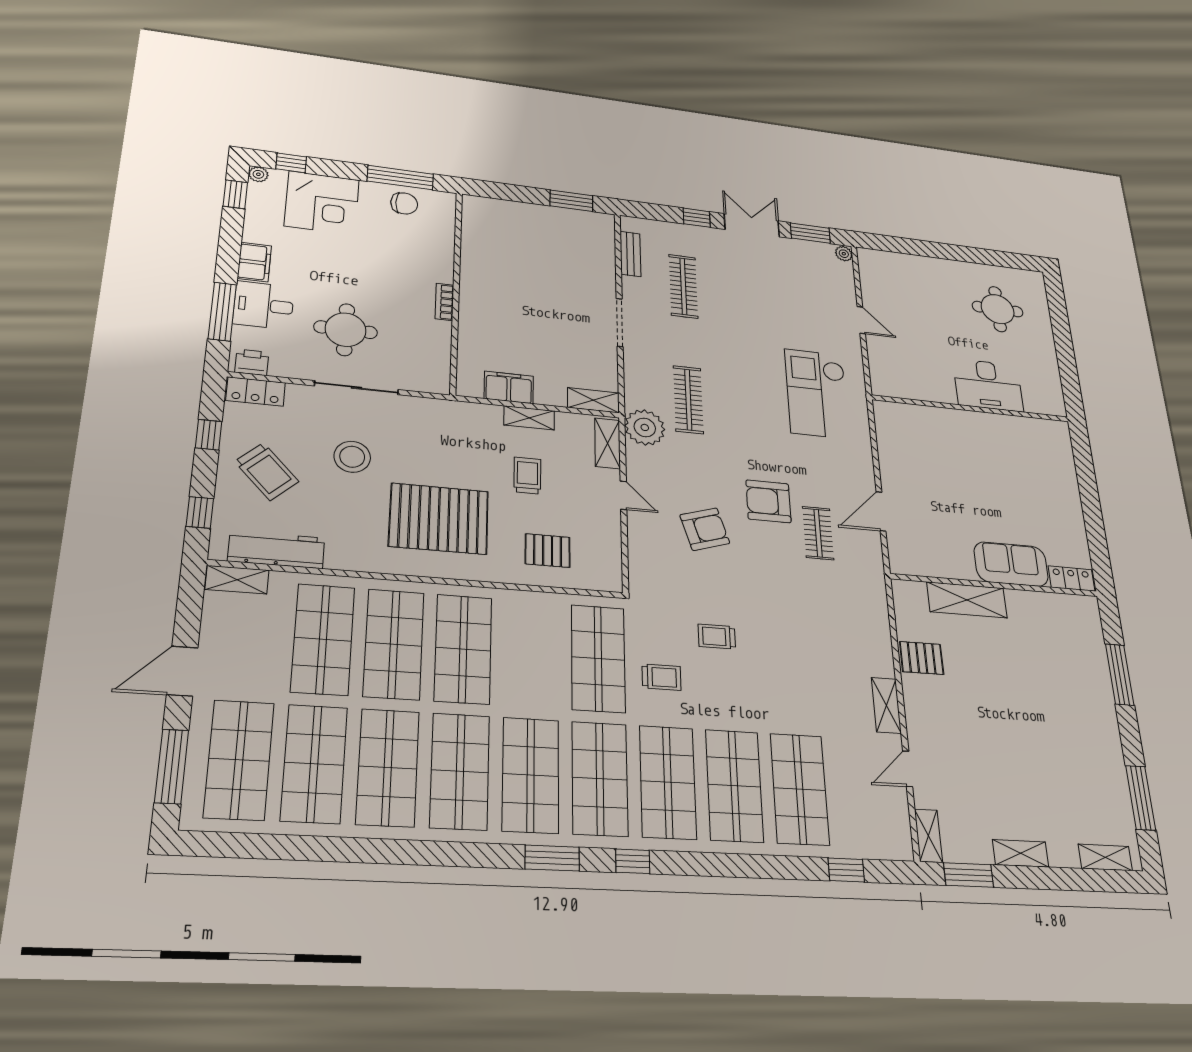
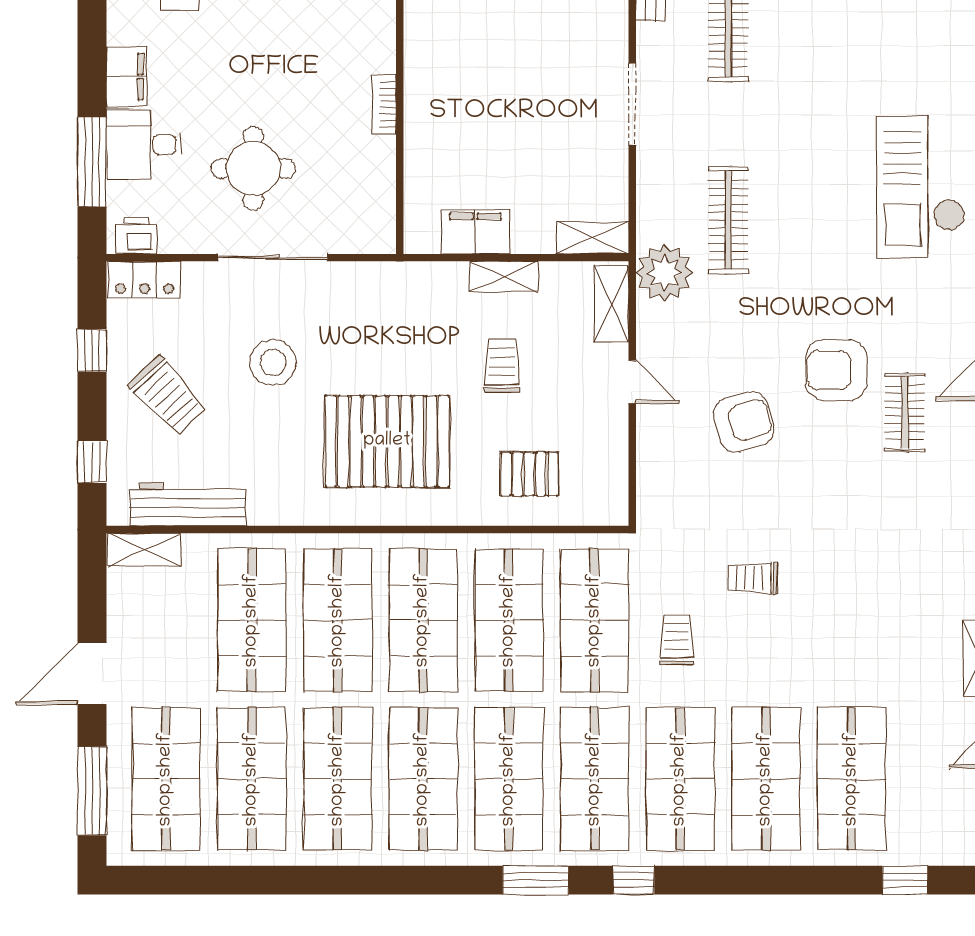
shop shelf: (531, 654) -> (509, 620), added
trolley: (661, 677) -> (677, 640), turned -90

